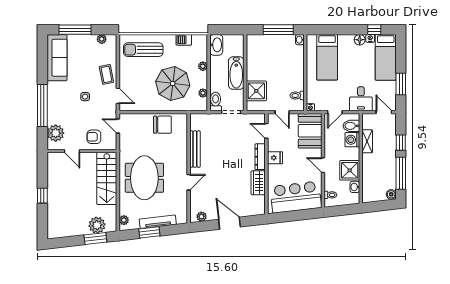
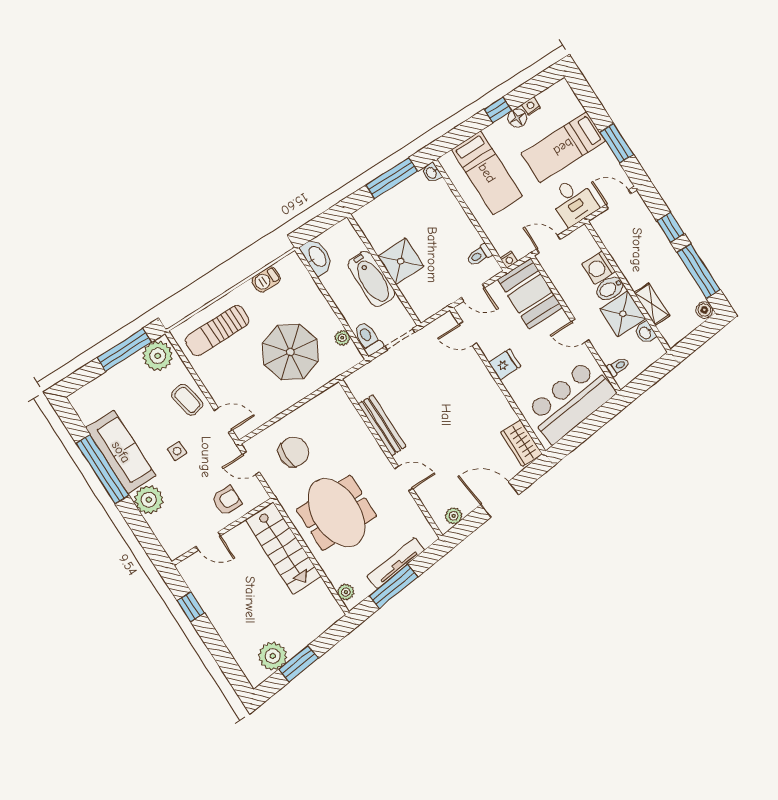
window: (75, 30) -> (124, 350), moved
window: (374, 30) -> (498, 110), moved
plant: (102, 39) -> (158, 356), width x1.87, depth x1.87
bed: (386, 57) -> (563, 147), moved, turned 90
sofa: (57, 58) -> (121, 452), moved
plant: (203, 66) -> (317, 300), removed
shower: (256, 91) -> (401, 261), moved
window: (42, 106) -> (103, 469), moved
door: (335, 112) -> (548, 244), swing flipped
chair: (162, 125) -> (294, 452), moved
bidet: (351, 126) -> (610, 288), moved
plant: (56, 133) -> (149, 500), moved
armchair: (94, 137) -> (227, 501), turned 180
shelving: (367, 141) -> (652, 304), moved
dresser: (260, 157) -> (482, 376), removed
door: (189, 182) -> (404, 479), hinge flipped
wardrobe: (258, 183) -> (521, 443), moved
window: (42, 196) -> (191, 607), moved
plant: (97, 225) -> (273, 656), moved
window: (149, 232) -> (393, 586), width x1.44
window: (95, 239) -> (299, 664), moved

